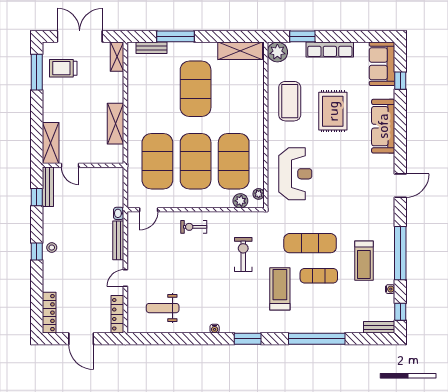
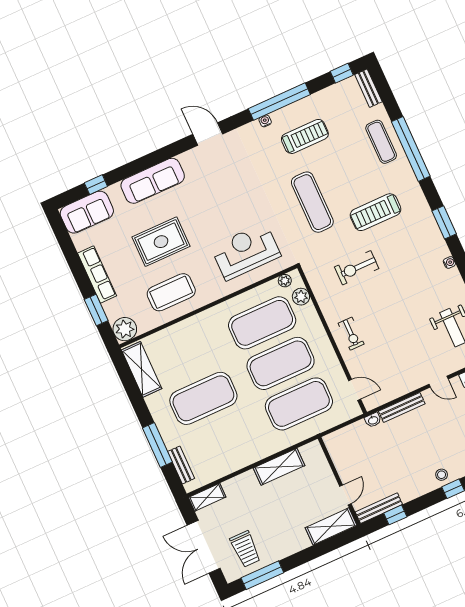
exercise mat: (319, 276) -> (381, 142), moved
water cooler: (390, 289) -> (265, 121), moved

